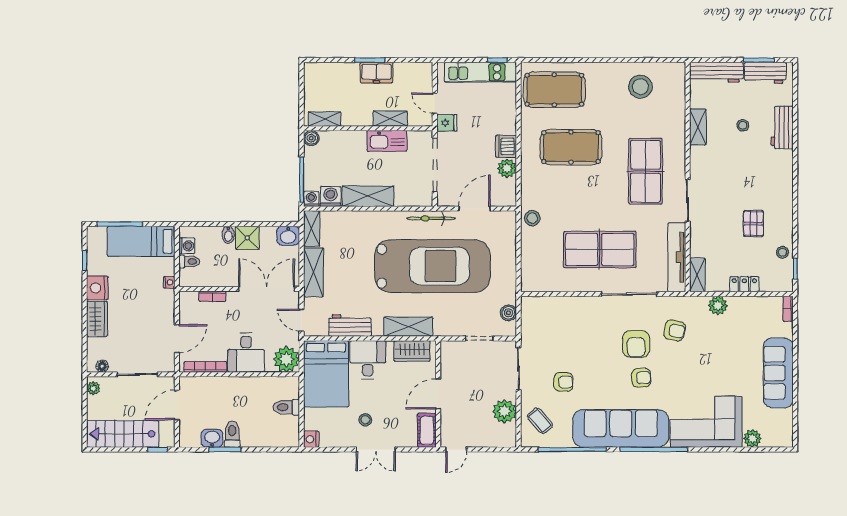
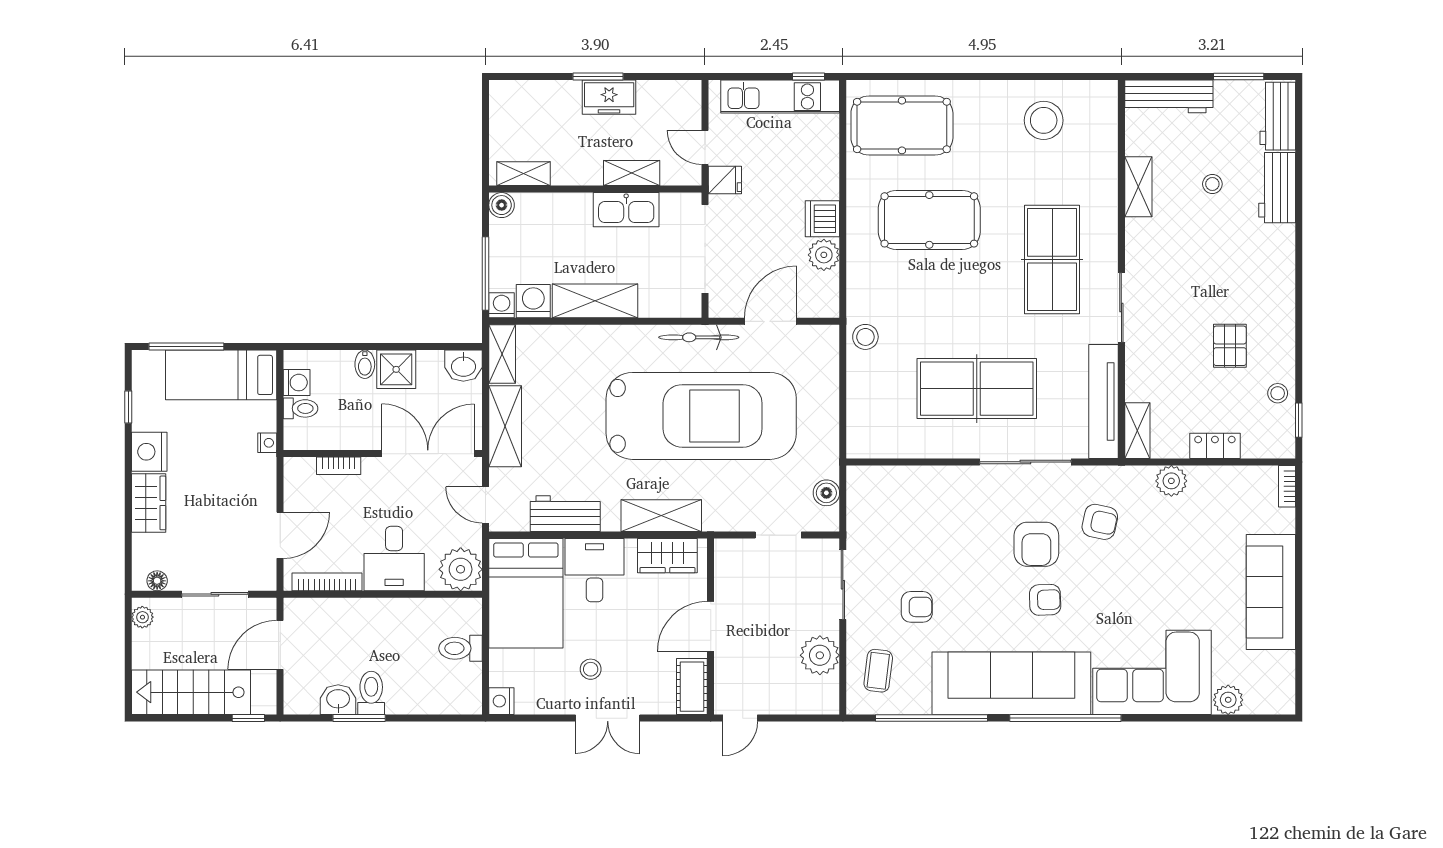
workbench: (765, 73) -> (1278, 116), moved, turned 90
coffee table: (540, 421) -> (878, 671), turned 48

